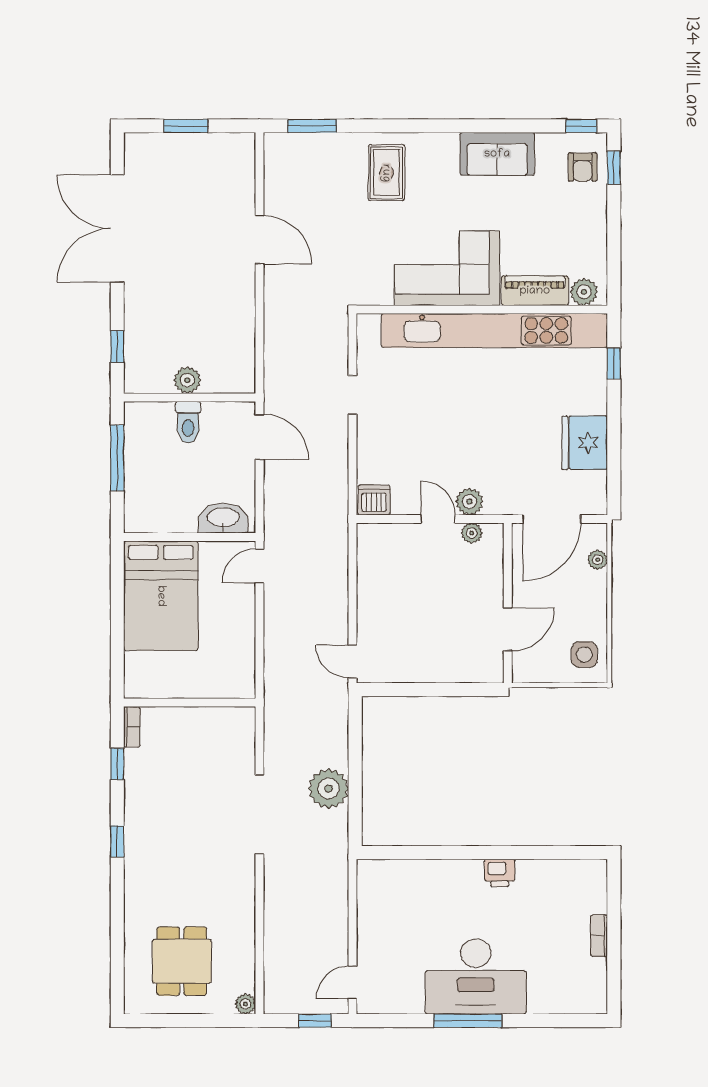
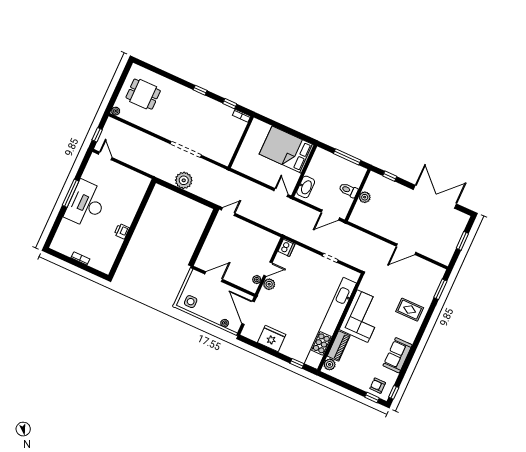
door: (508, 629) -> (214, 277), swing flipped

